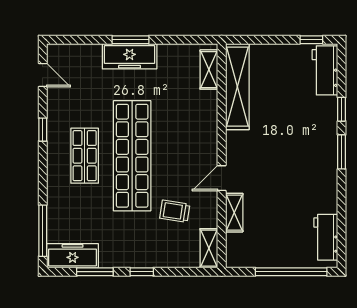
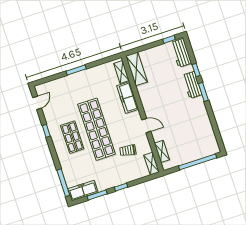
freezer: (130, 56) -> (128, 98), moved, turned 90
door: (43, 75) -> (37, 103), hinge flipped
shelving: (237, 87) -> (137, 69), width x0.68
door: (222, 178) -> (146, 126), swing flipped
shelving: (234, 213) -> (162, 151), moved
workbench: (326, 237) -> (192, 85), moved

